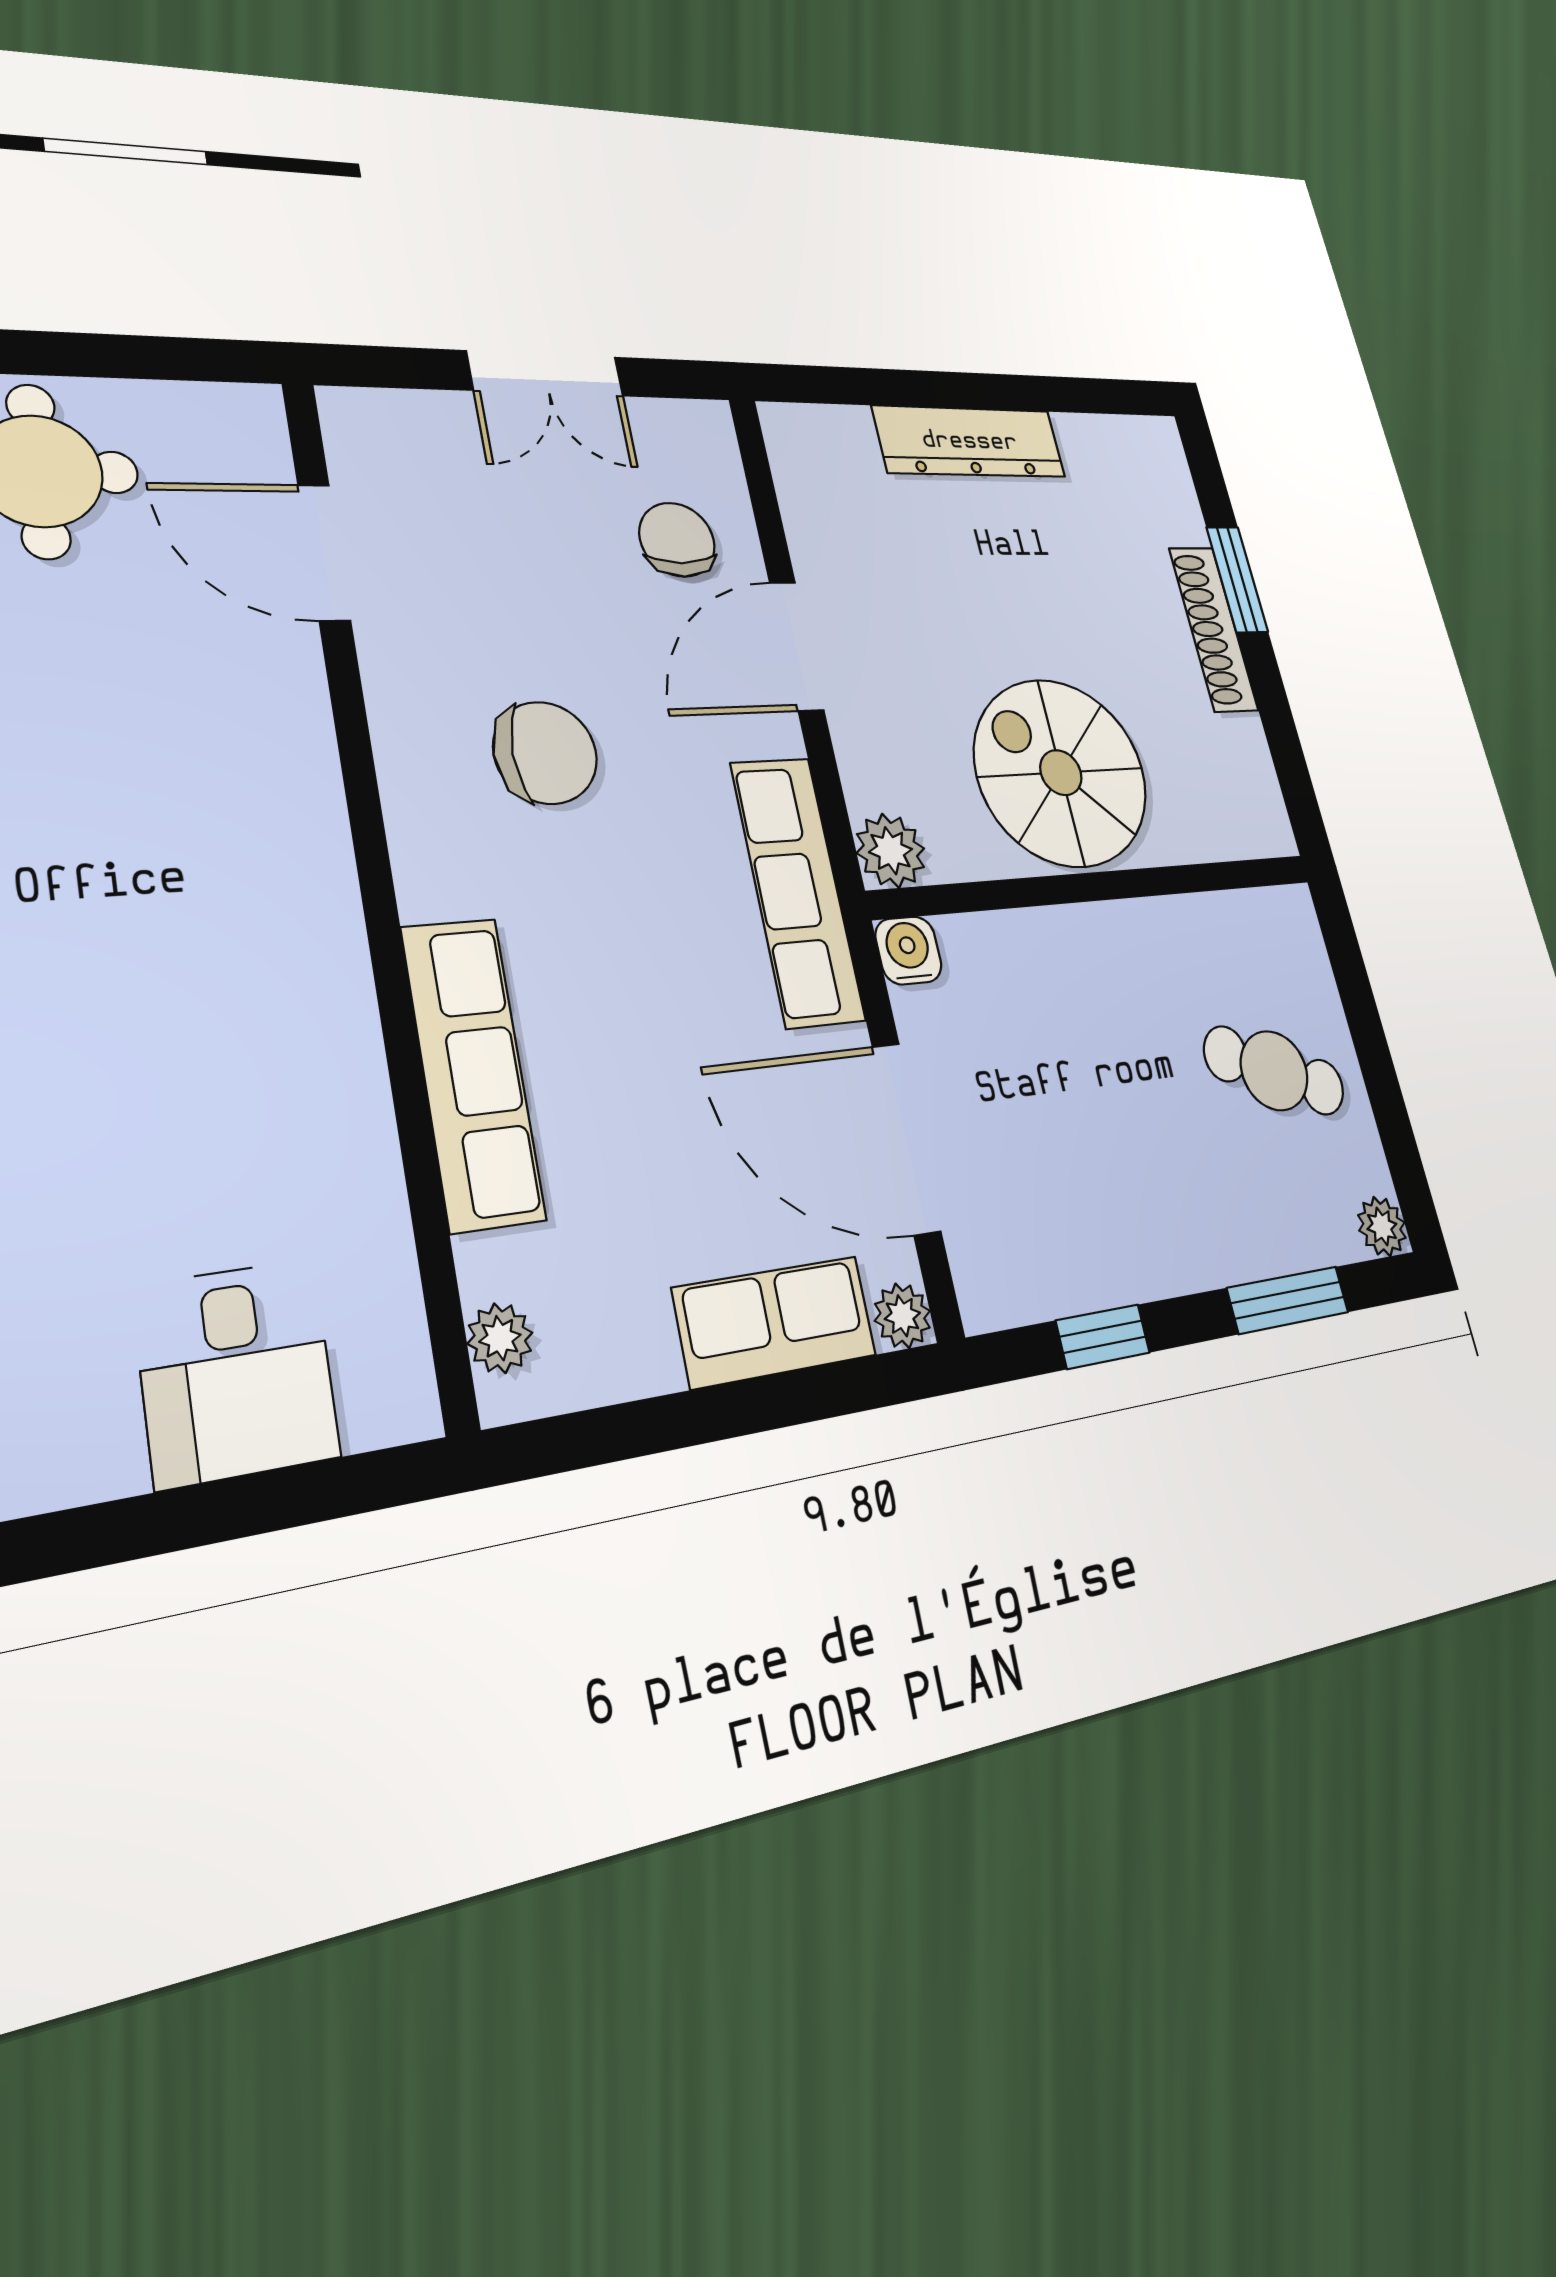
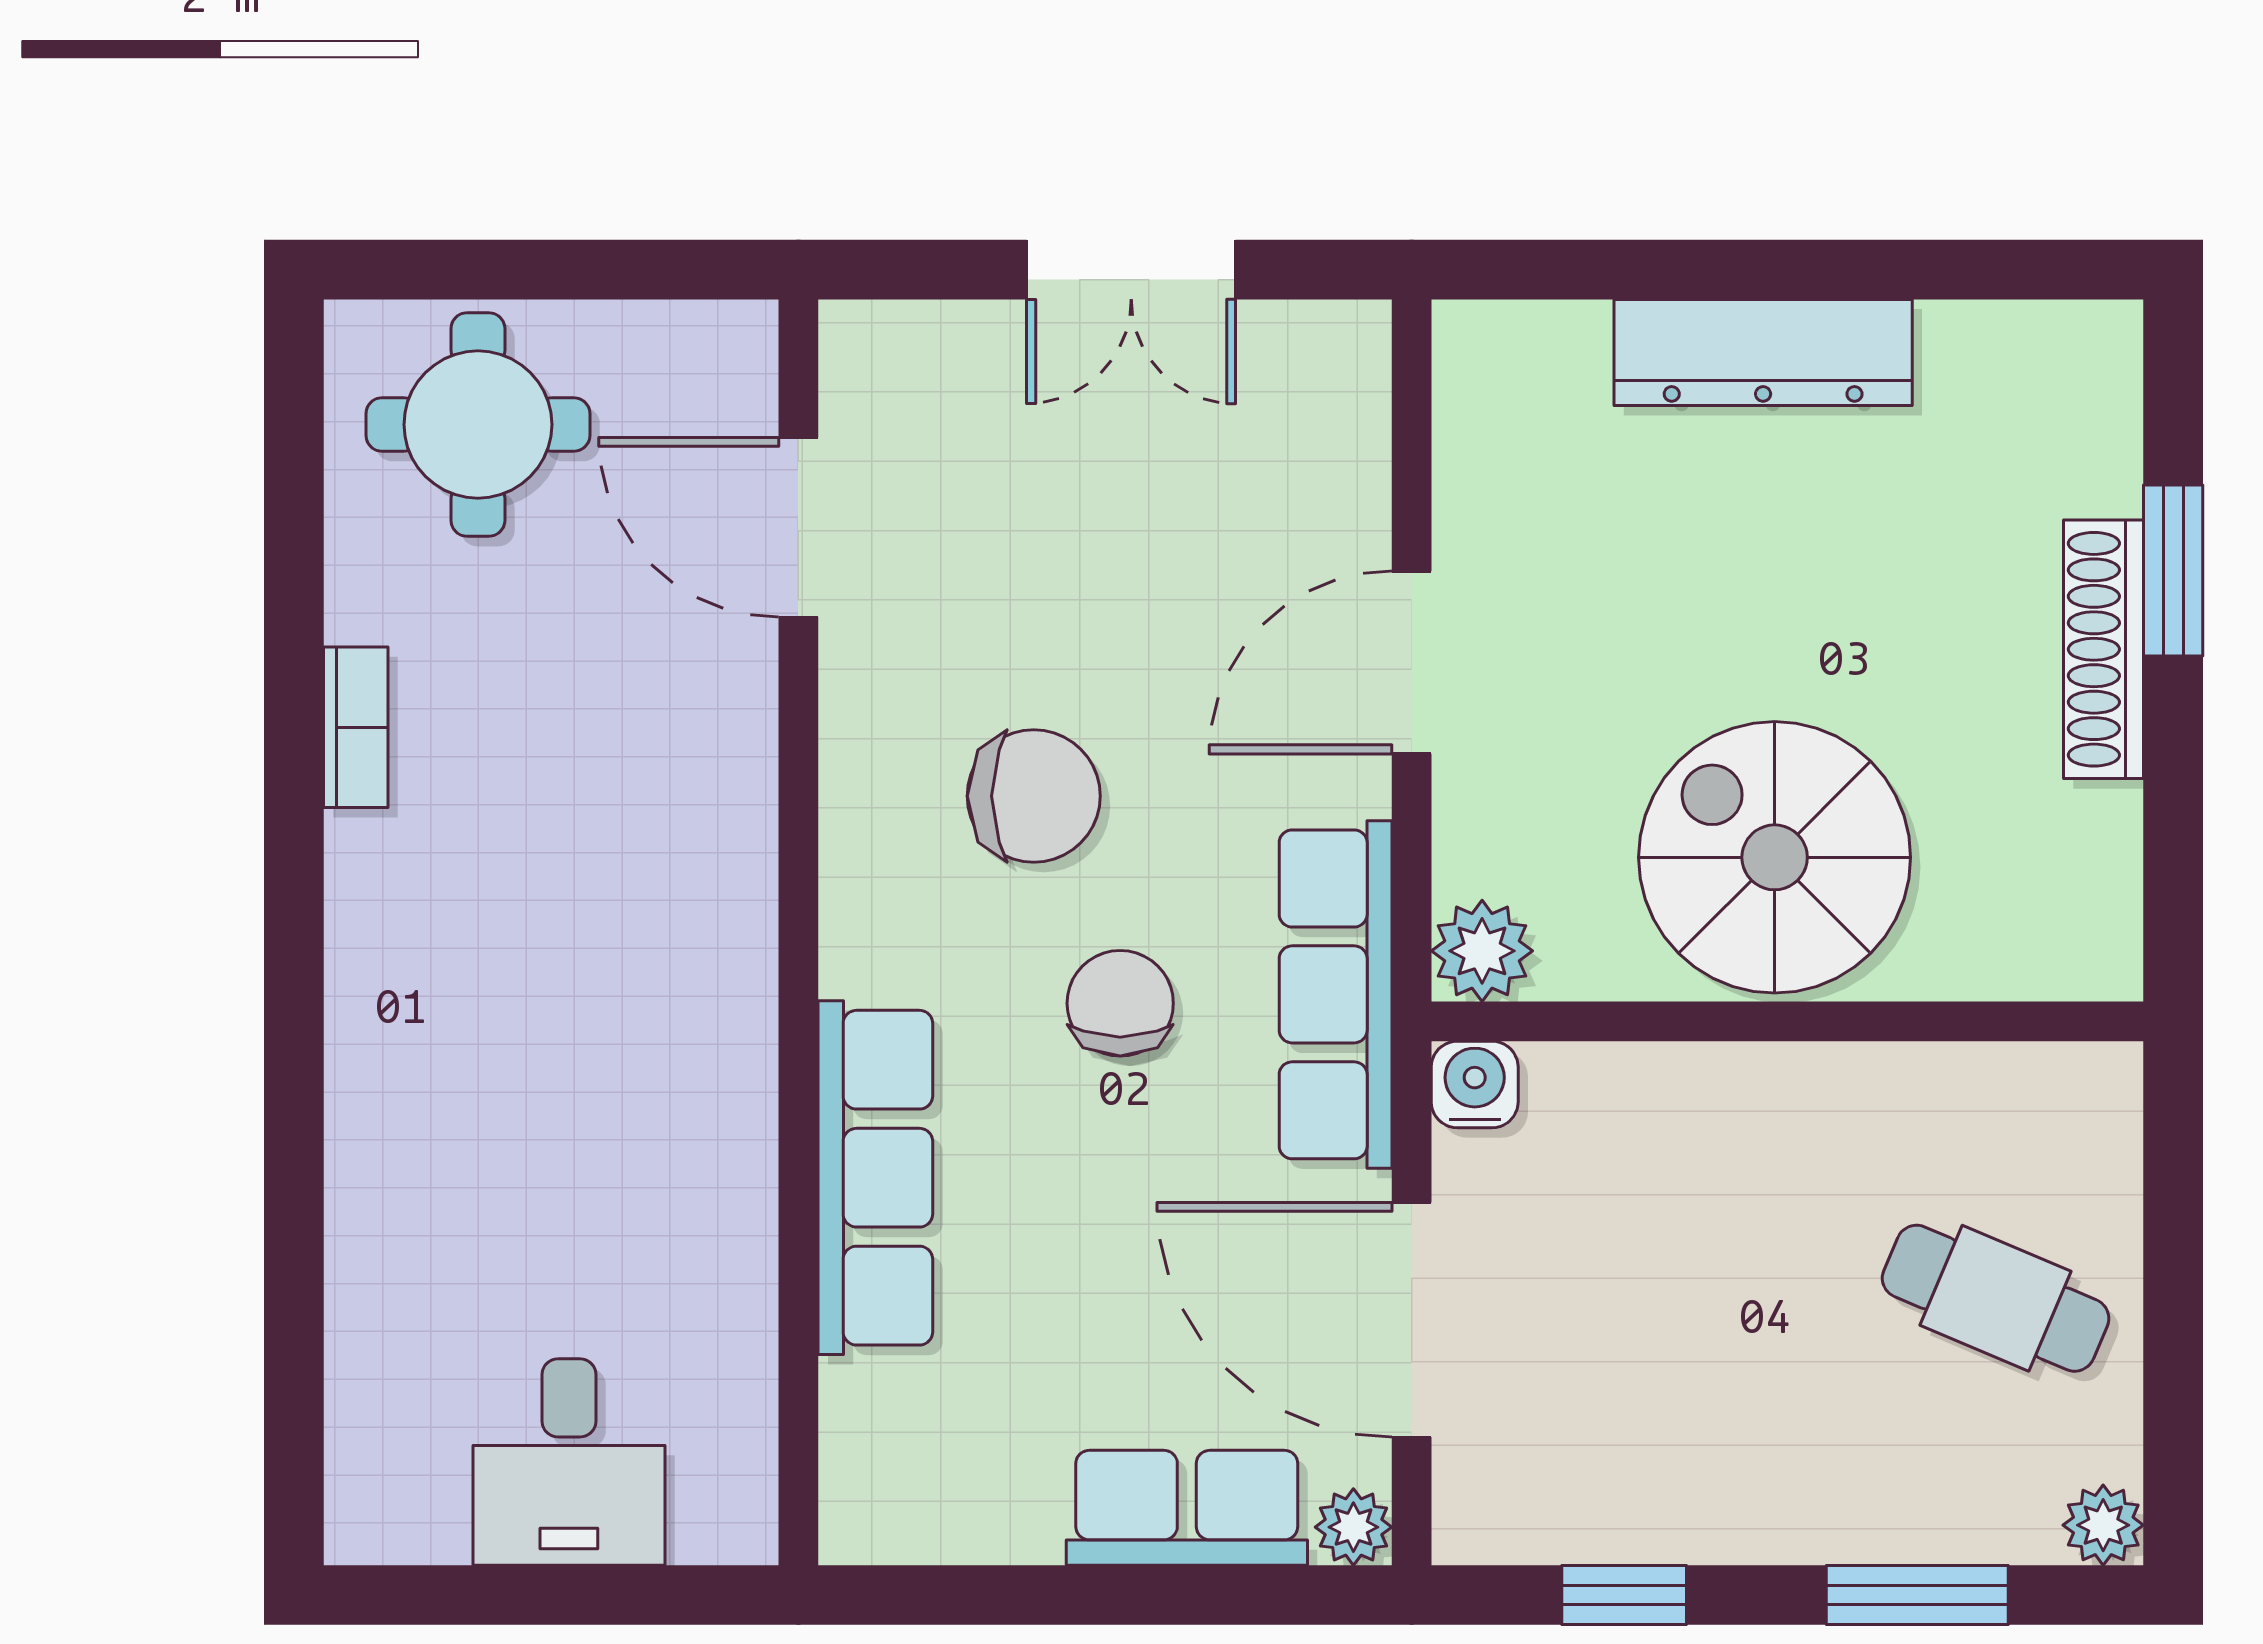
chair: (677, 540) -> (1120, 1003), moved
plant: (500, 1338) -> (856, 1473), removed

